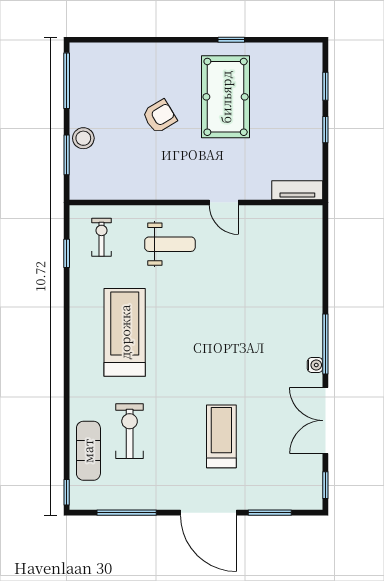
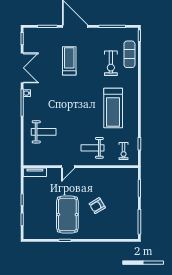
stool: (83, 138) -> (132, 196), removed
door: (224, 203) -> (68, 167), swing flipped
weight bench: (278, 280) -> (44, 132), added
treadmill: (221, 436) -> (69, 61), turned 180

